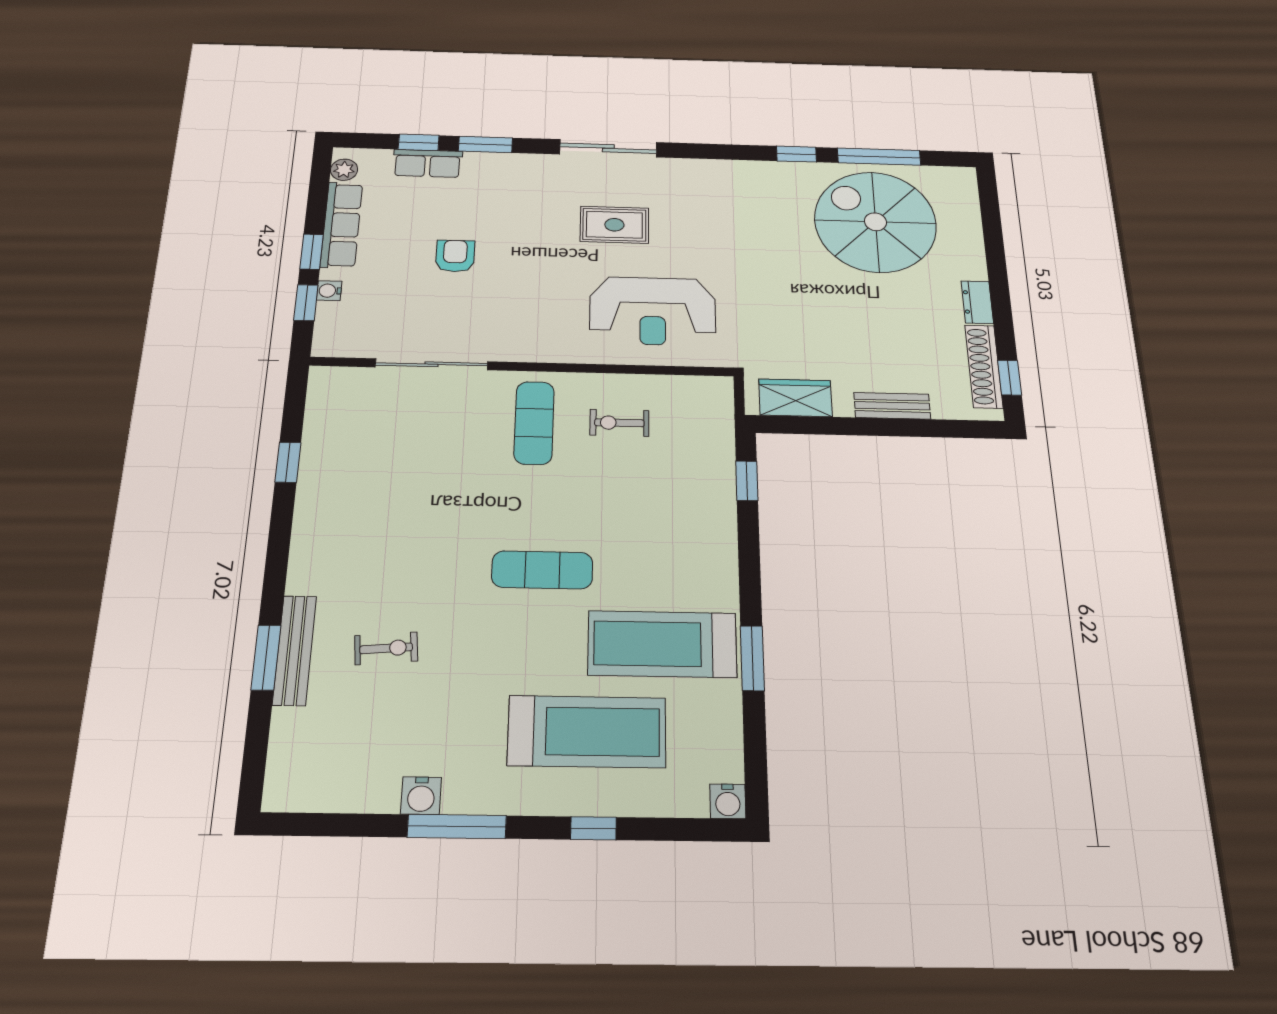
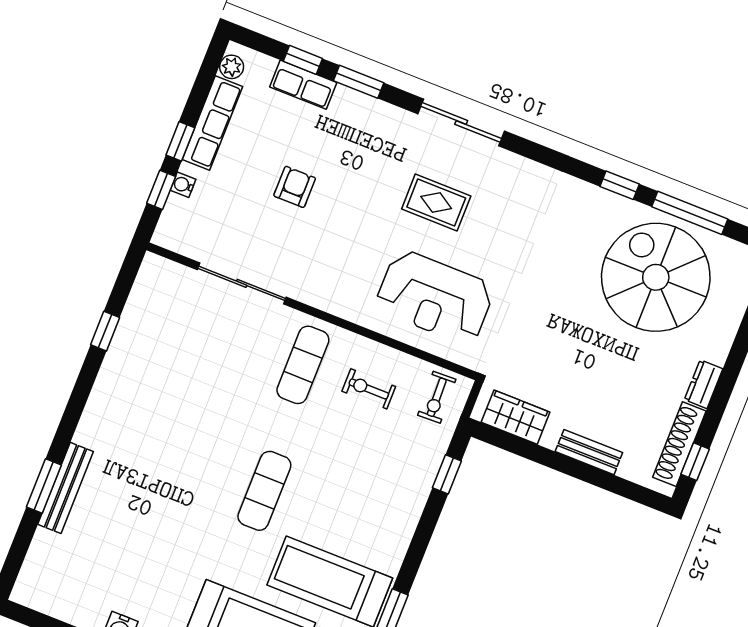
exercise mat: (542, 570) -> (264, 491), turned 90
exercise bike: (386, 648) -> (437, 397), moved, turned 93

